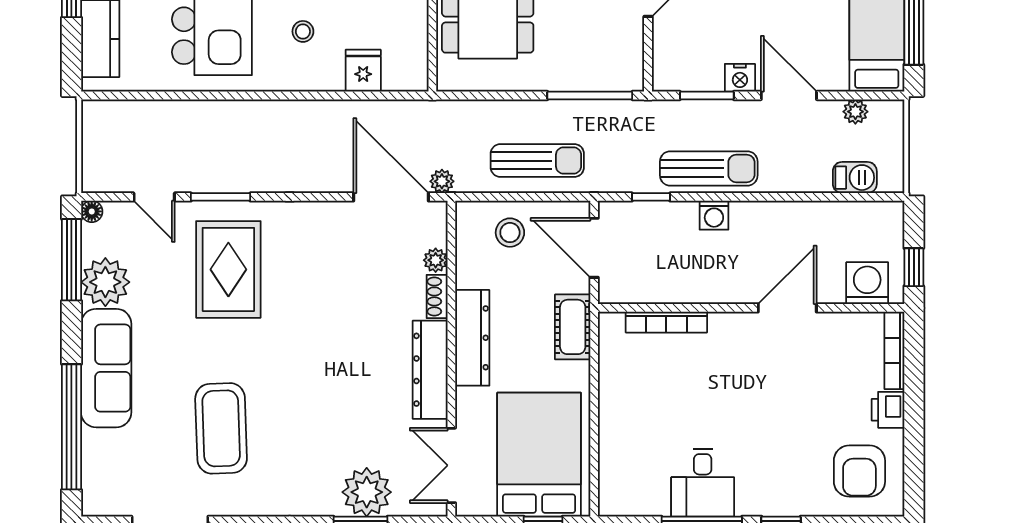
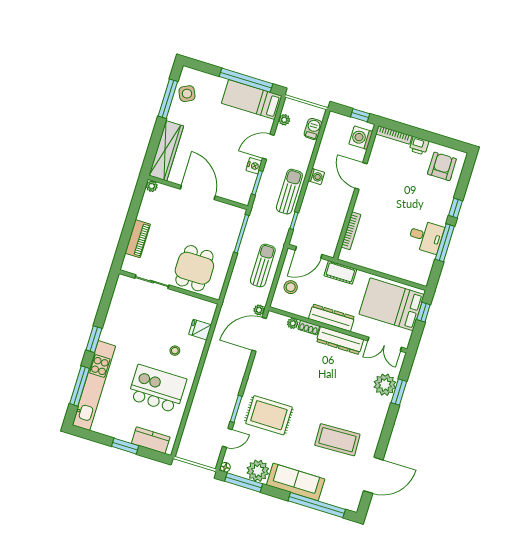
washing machine: (714, 215) -> (316, 177), moved
armchair: (859, 471) -> (442, 166), turned -90

